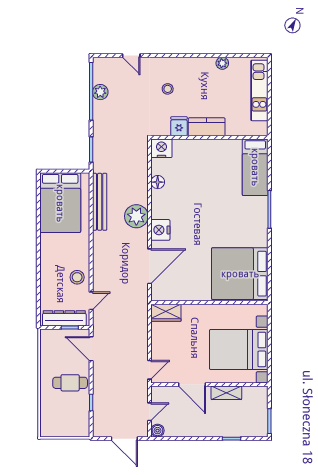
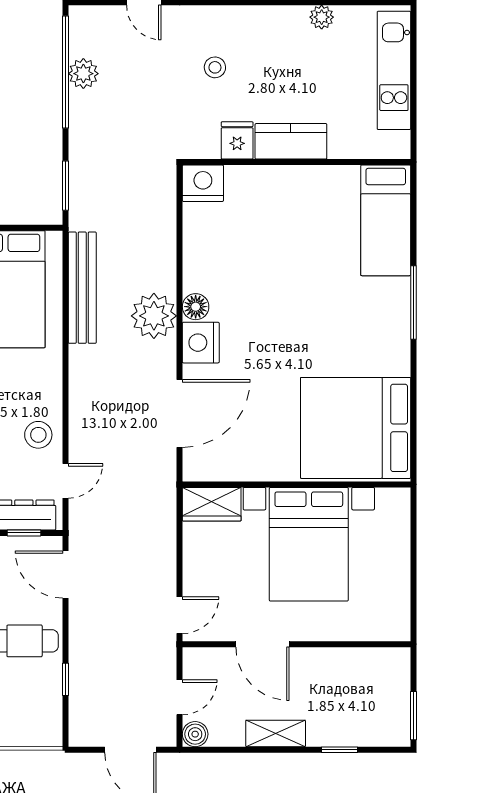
floor lamp: (158, 182) -> (196, 307), moved
bed with nightstands: (239, 349) -> (309, 544), moved, turned -90
shelving: (226, 393) -> (276, 733), moved

